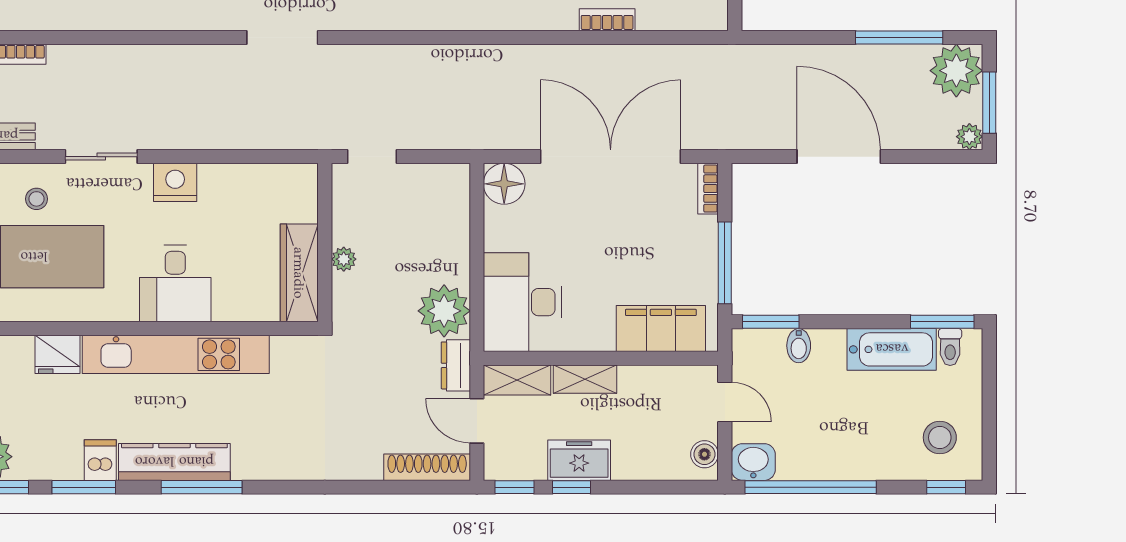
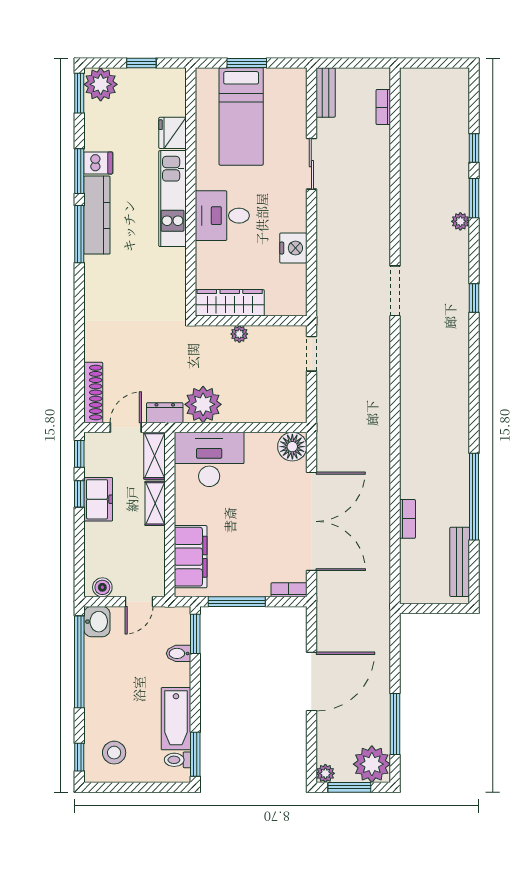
nightstand: (175, 182) -> (293, 248), moved
stool: (37, 199) -> (282, 118), removed
kitchen unit: (176, 354) -> (172, 199), width x0.73
window: (84, 487) -> (79, 171), moved

